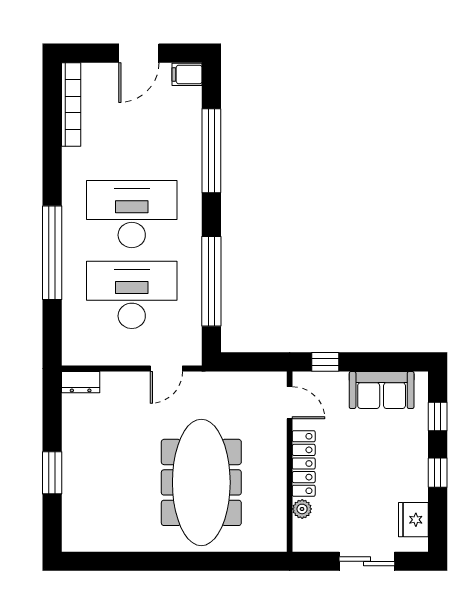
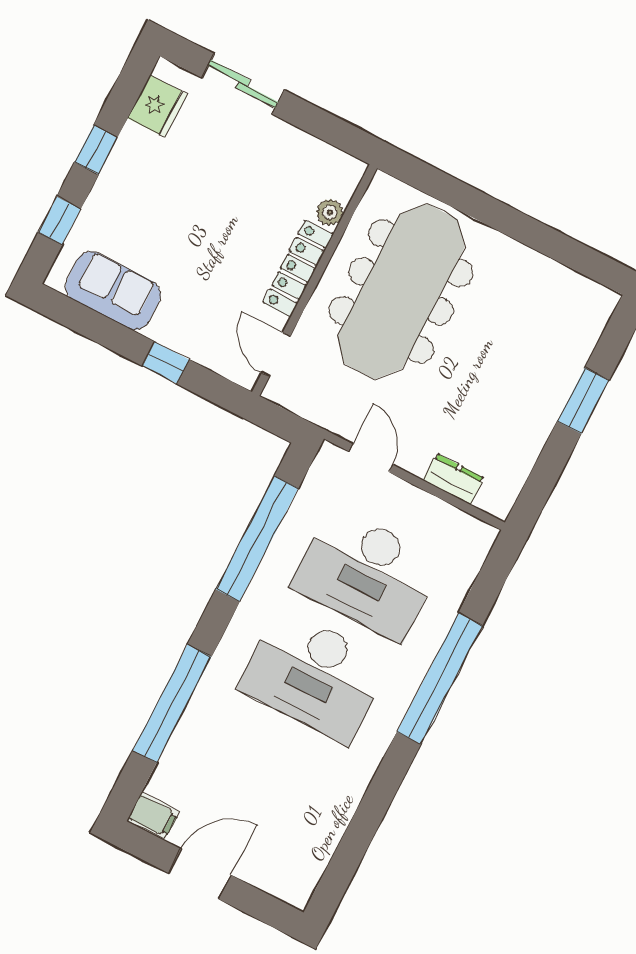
bookcase: (71, 104) -> (319, 854), removed
door: (166, 368) -> (371, 458), hinge flipped
dresser: (81, 382) -> (453, 479), moved
door: (290, 403) -> (276, 354), moved
wall: (290, 462) -> (314, 280), moved
locker: (304, 463) -> (298, 269), moved
plant: (302, 509) -> (330, 212), moved

